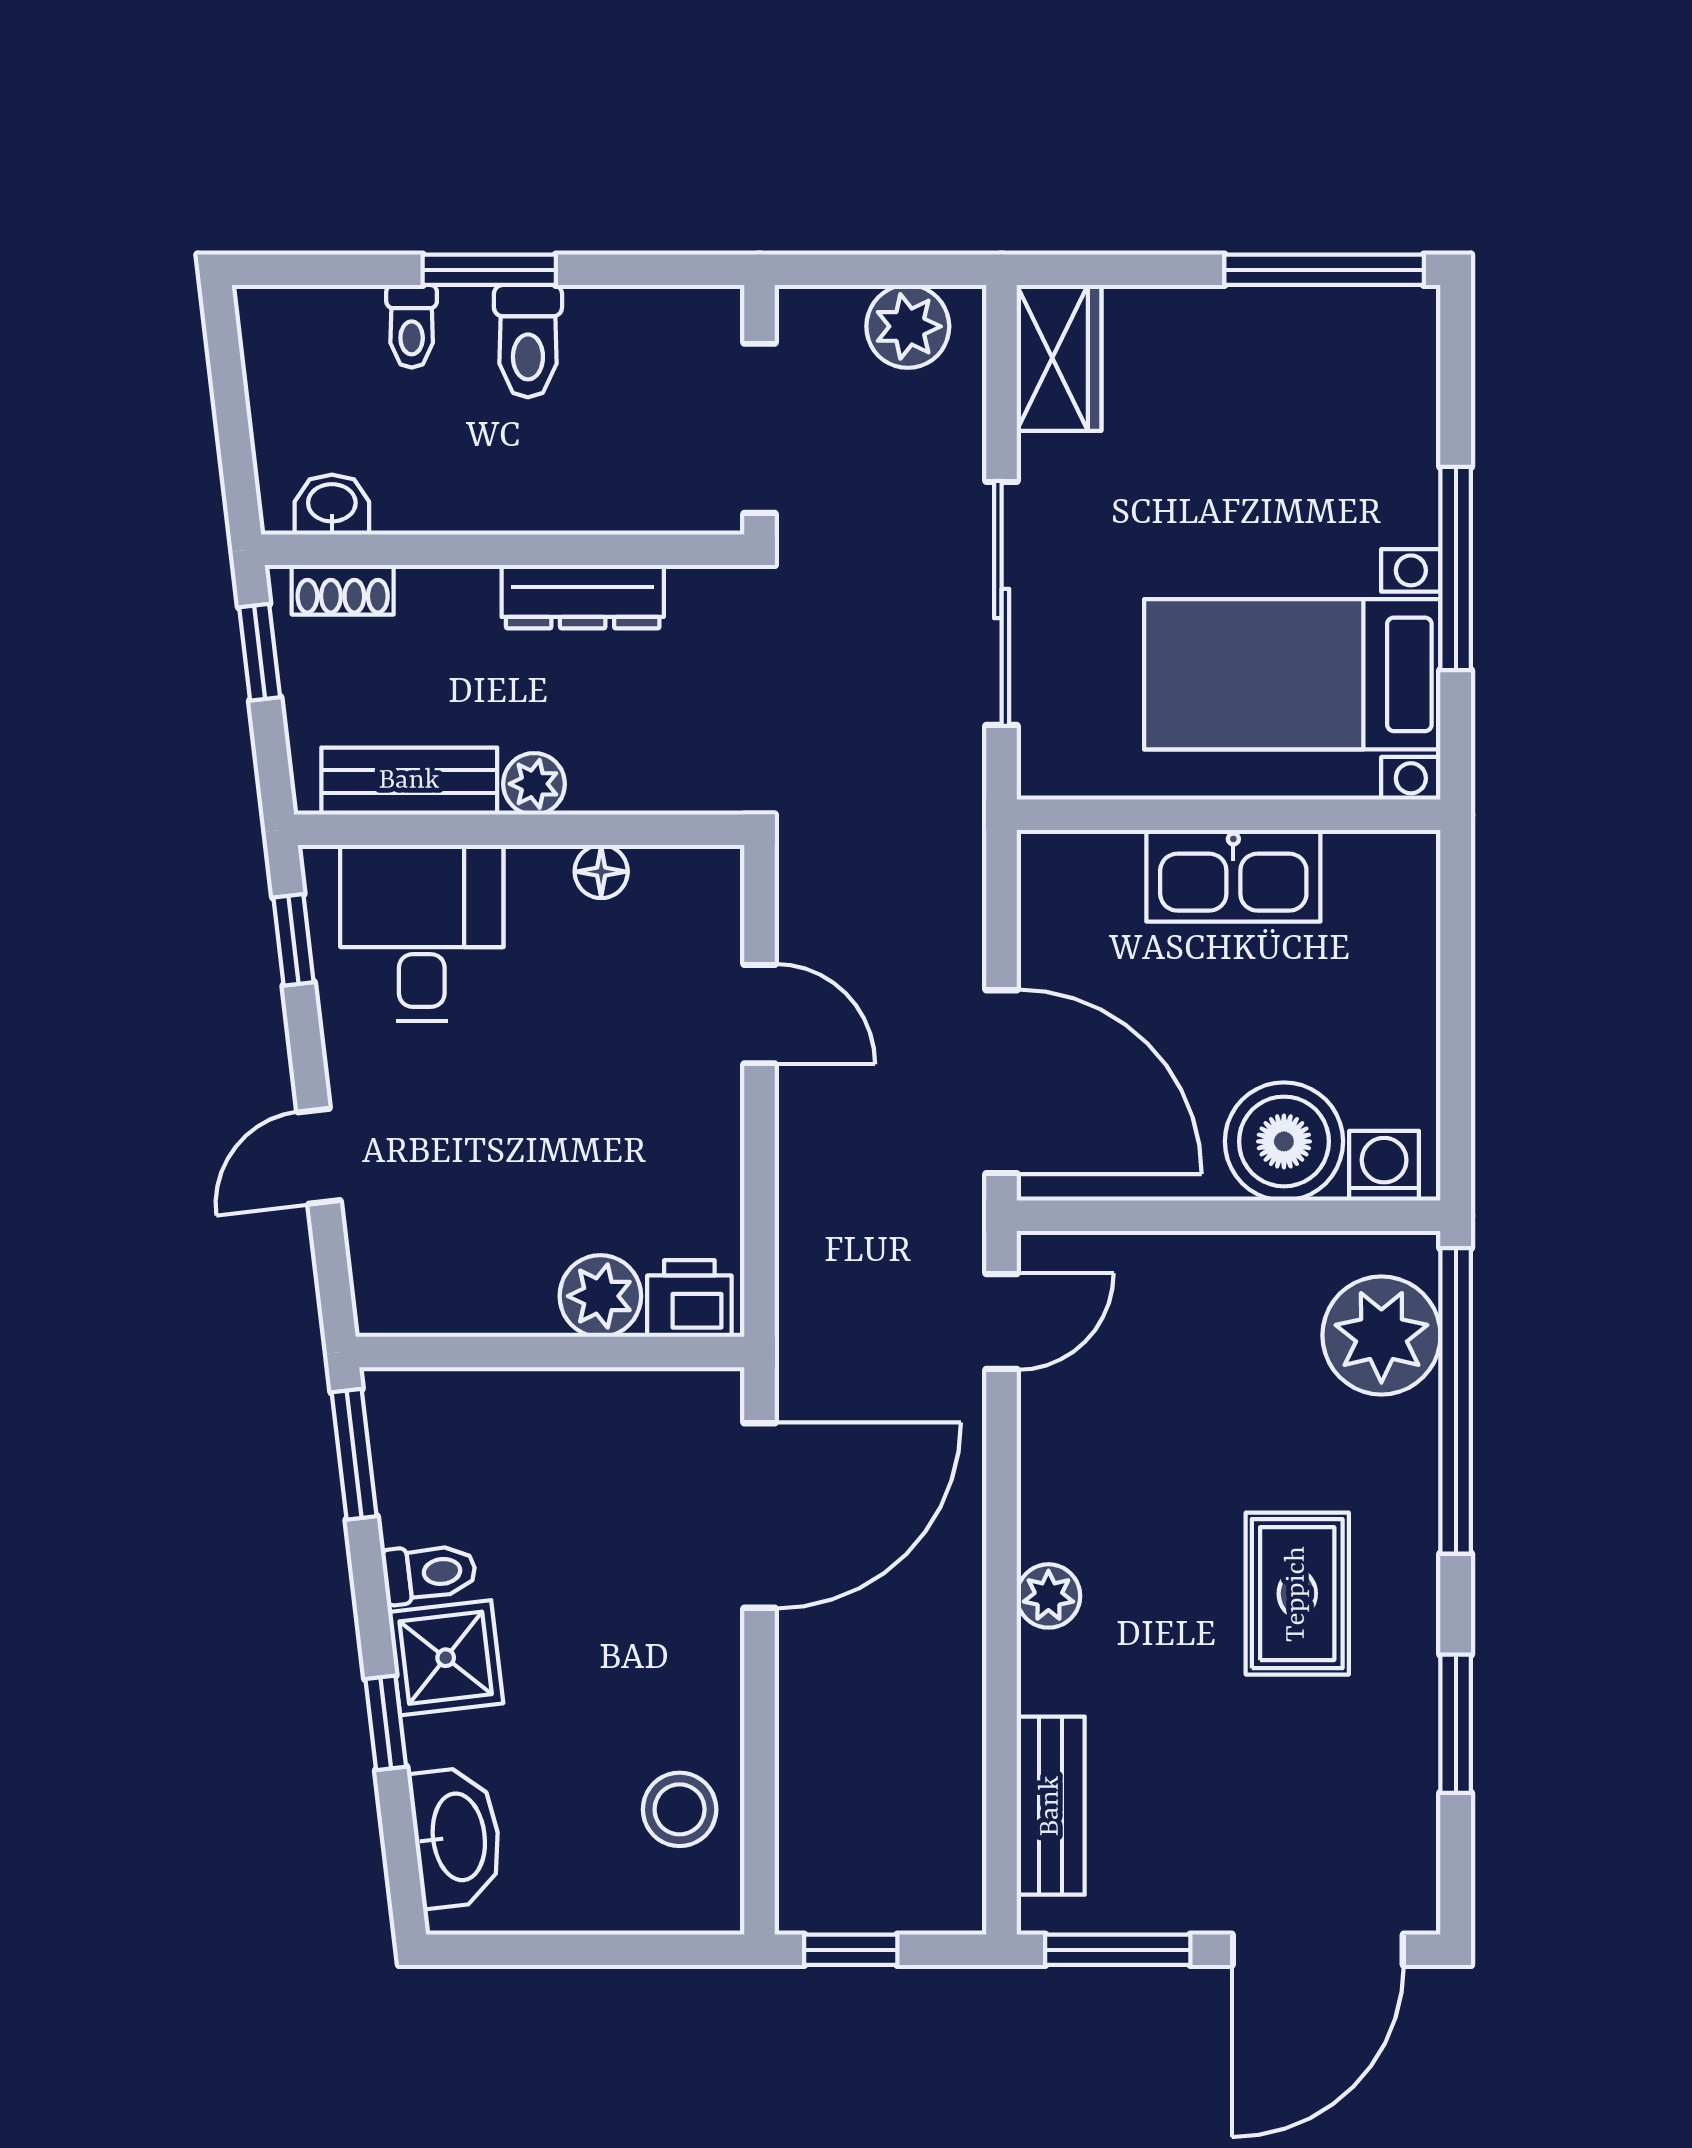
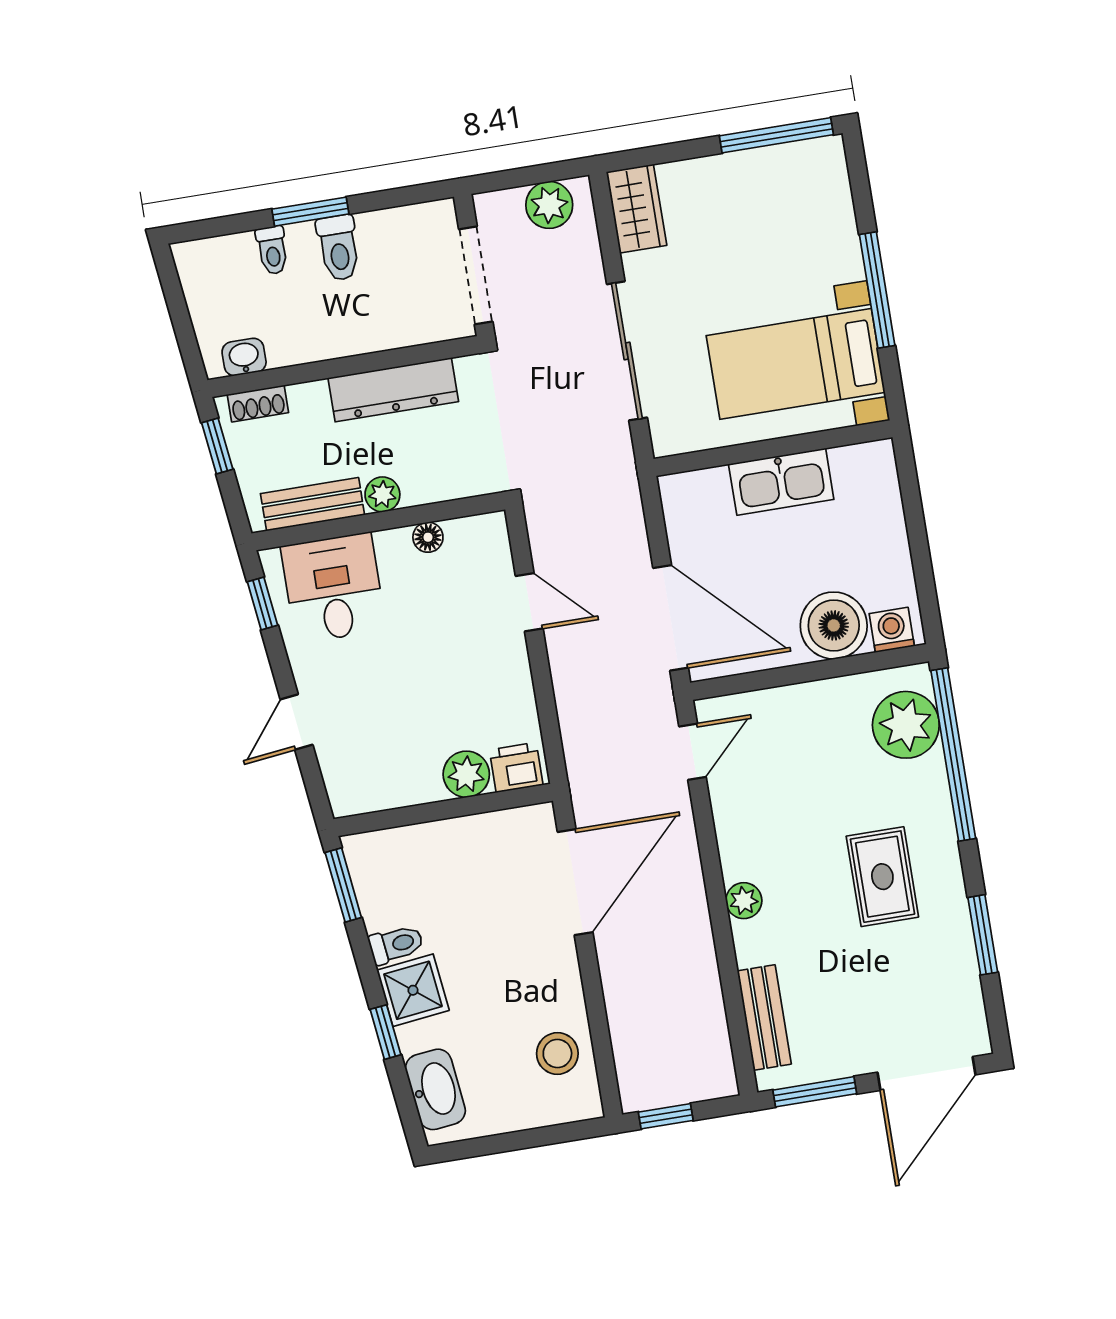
dresser: (583, 597) -> (393, 390), width x1.37, depth x1.24

